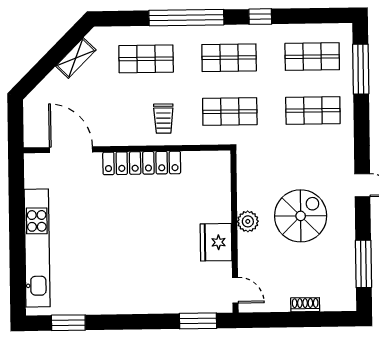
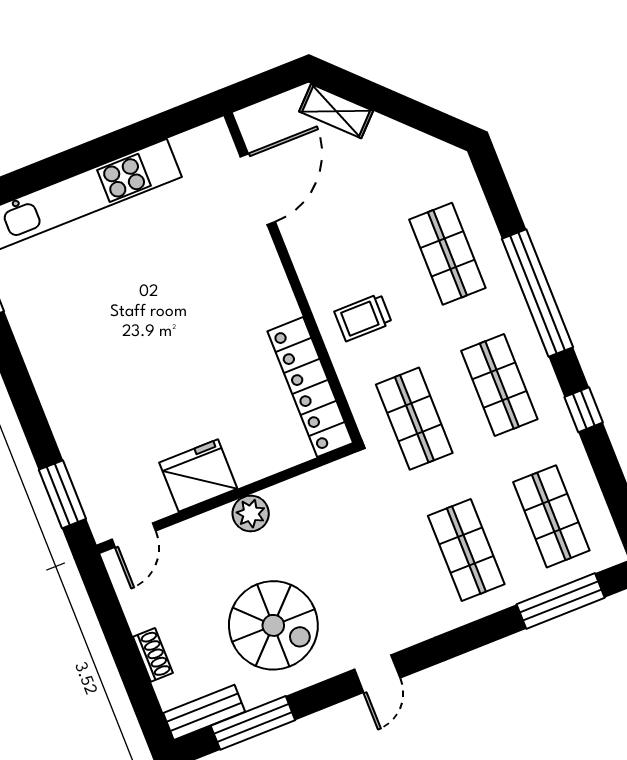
shelving: (76, 58) -> (336, 111), moved
locker: (142, 163) -> (310, 387), moved
spiral stairs: (301, 216) -> (273, 625), moved
bench: (347, 289) -> (204, 712), added

